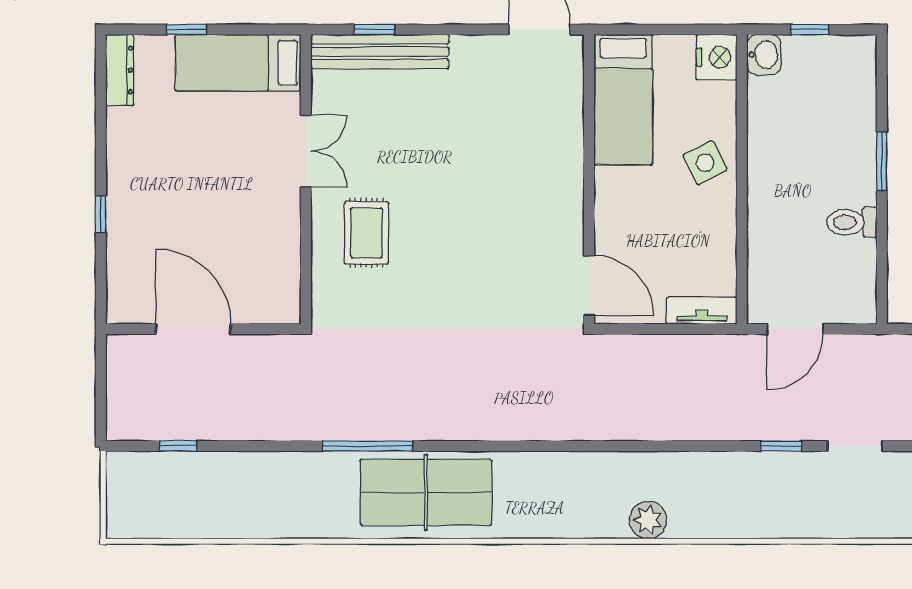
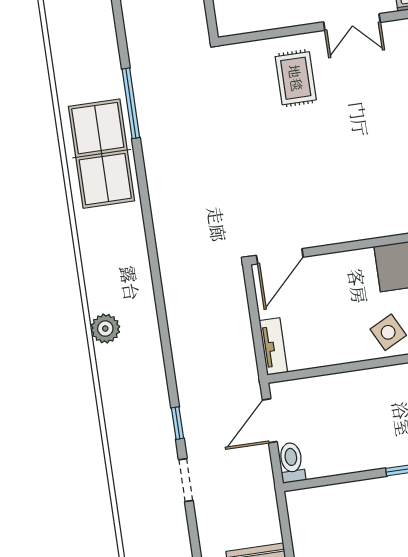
toilet: (852, 222) -> (292, 462), moved
rug: (366, 233) -> (296, 78), turned 90
door: (795, 329) -> (270, 421), hinge flipped

